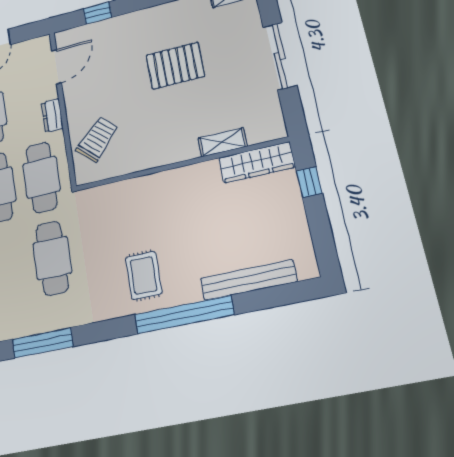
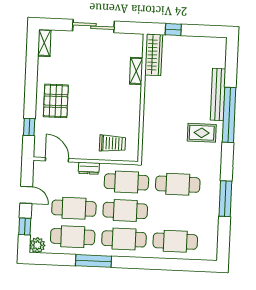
pallet: (175, 66) -> (56, 101), moved
trolley: (97, 139) -> (112, 143), turned 137
bench: (249, 280) -> (218, 94), moved

